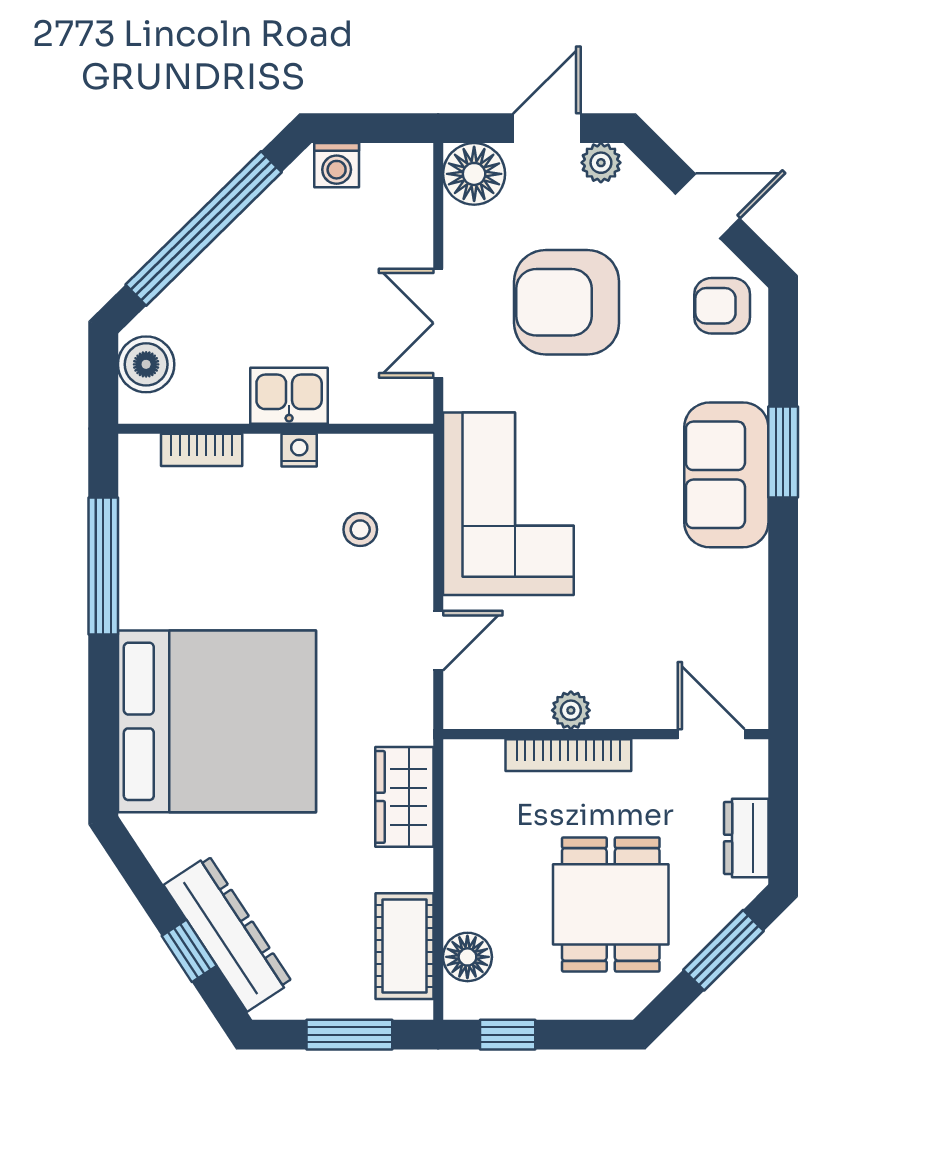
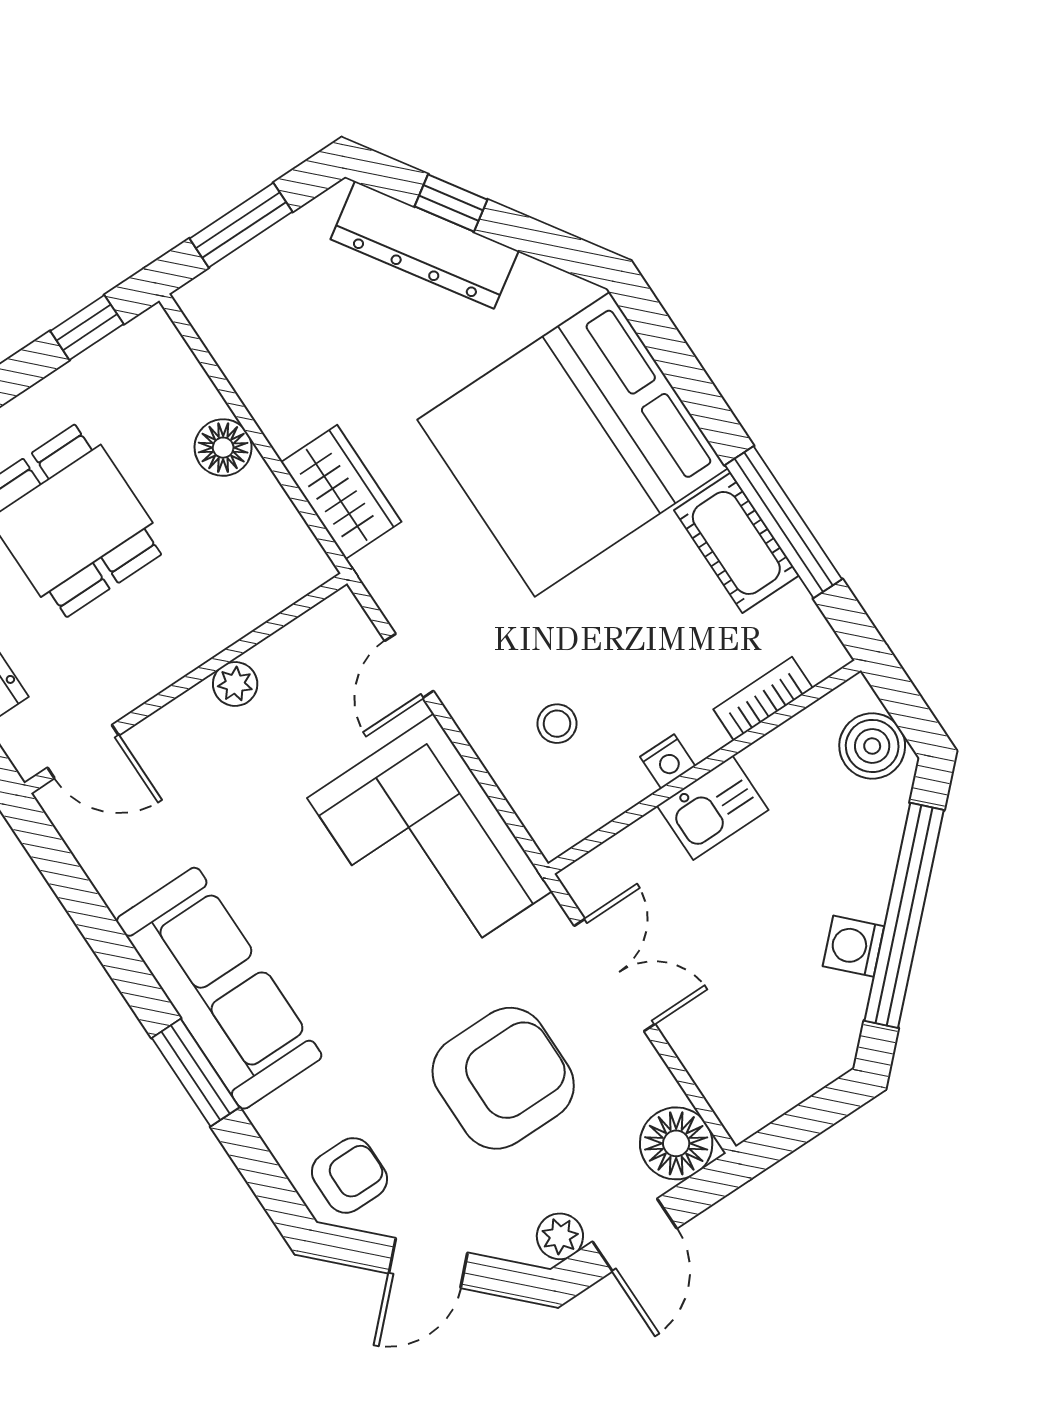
washing machine: (337, 165) -> (853, 946), moved, turned -45
sofa: (726, 475) -> (219, 988), width x1.36
bookcase: (568, 755) -> (209, 639), removed
cot: (404, 946) -> (736, 543), moved
floor lamp: (467, 957) -> (223, 448), moved

